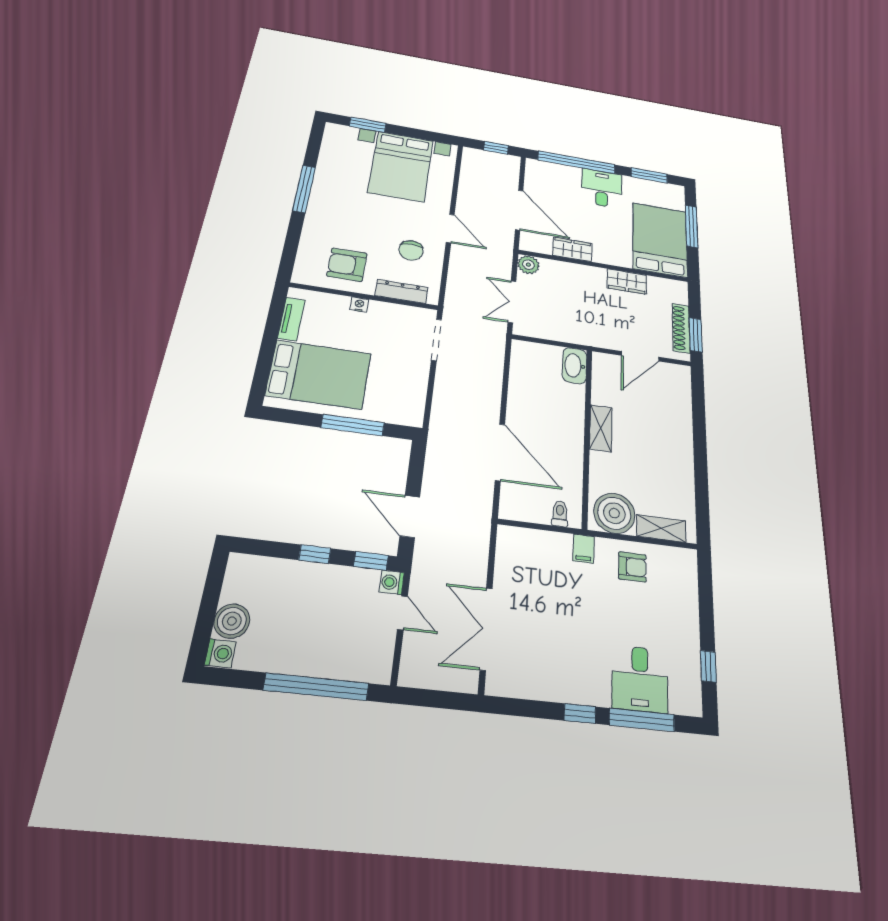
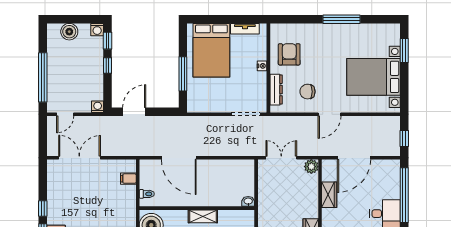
washbasin: (575, 366) -> (248, 201), width x0.52, depth x0.69
door: (500, 452) -> (179, 158), hinge flipped
filing cabinet: (584, 549) -> (128, 179), moved
window: (371, 561) -> (107, 41), moved
door: (402, 613) -> (65, 114), moved
washing machine: (220, 653) -> (97, 30), moved

